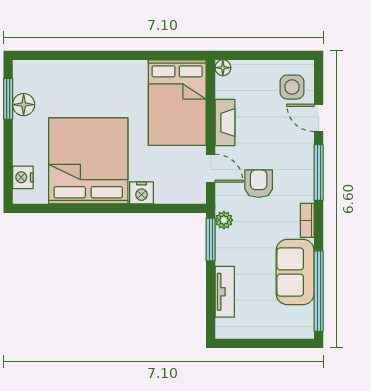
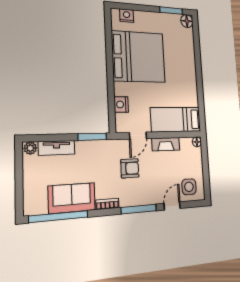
bed: (177, 103) -> (176, 119), width x0.67
floor lamp: (24, 105) -> (187, 21), moved
nightstand: (142, 193) -> (121, 104), moved
plant: (224, 220) -> (30, 148), moved

